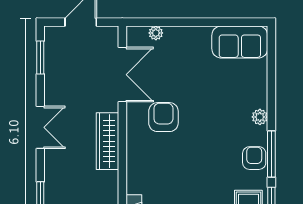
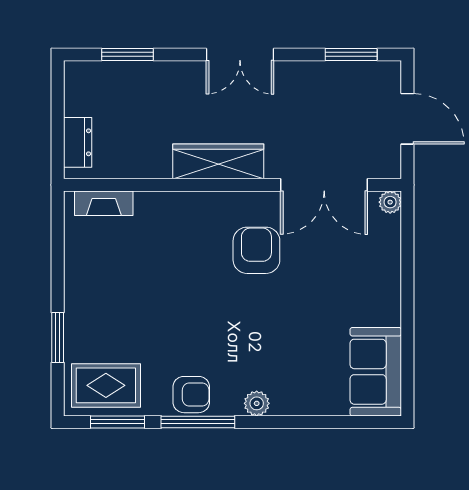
plant: (156, 33) -> (390, 202), moved
armchair: (163, 117) -> (256, 250), turned -90

